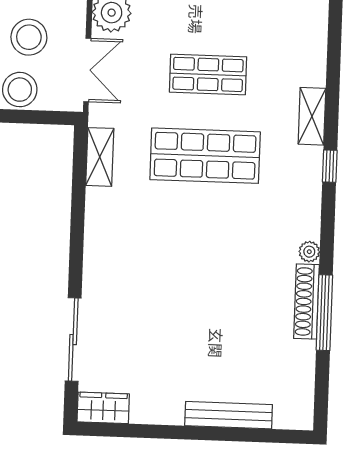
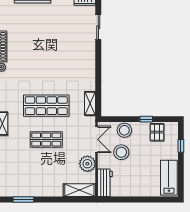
double door: (87, 70) -> (97, 139), swing flipped
sliding door: (73, 340) -> (98, 27), width x0.73

